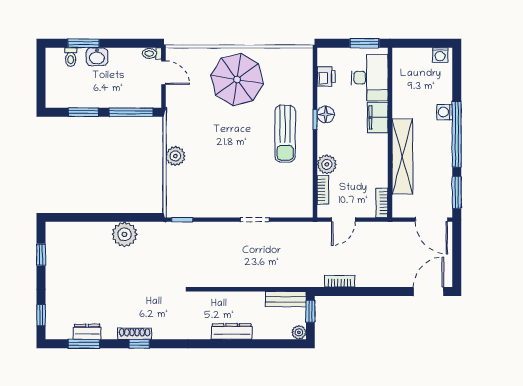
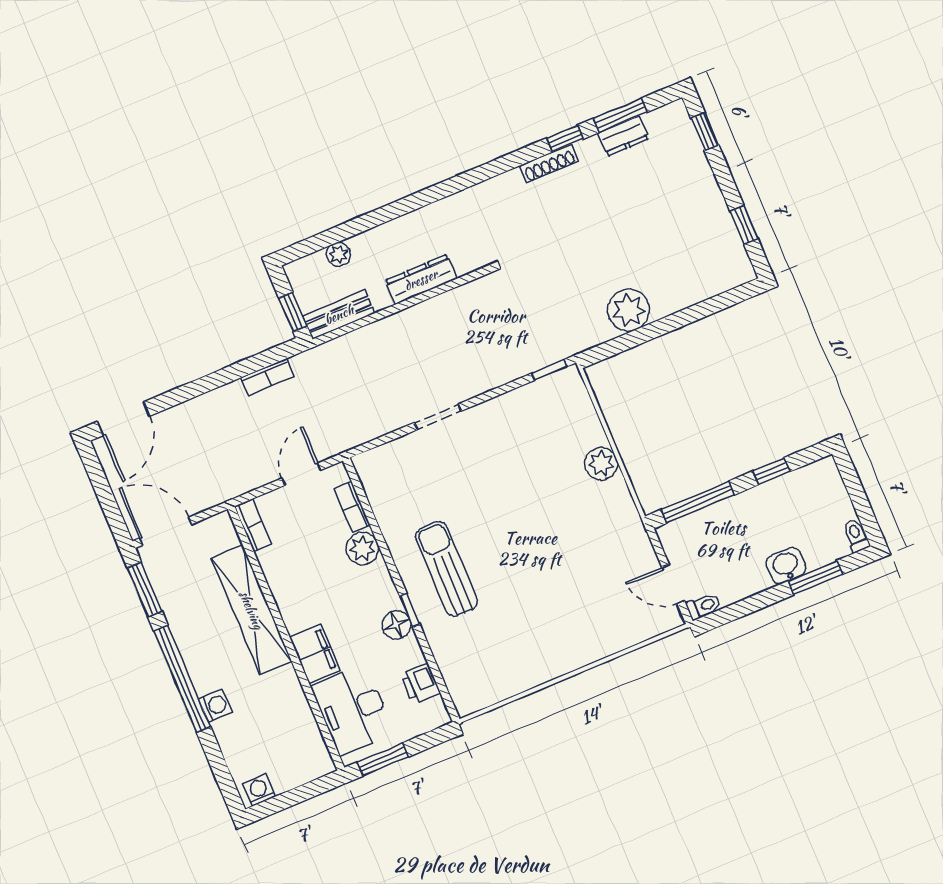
toilet: (71, 57) -> (856, 536), moved
parasol: (237, 79) -> (556, 621), removed
window: (83, 112) -> (771, 471), width x0.67
dresser: (232, 332) -> (421, 280), moved, turned 180
plant: (299, 332) -> (339, 254), moved
window: (139, 344) -> (565, 139), moved

